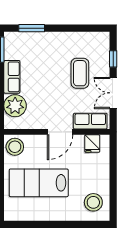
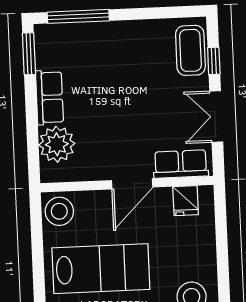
window: (32, 28) -> (78, 16), width x1.44
coffee table: (80, 73) -> (190, 50), moved
lab bench: (39, 183) -> (101, 269), turned 180

